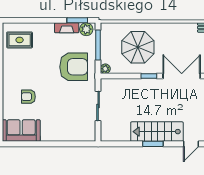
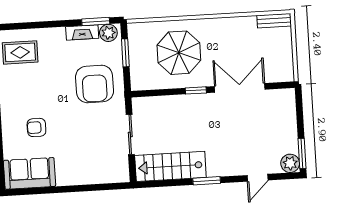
window: (98, 45) -> (125, 53), width x0.69
armchair: (74, 67) -> (95, 84), turned 90
plant: (105, 69) -> (137, 84), removed
stairs: (157, 132) -> (170, 166), moved

